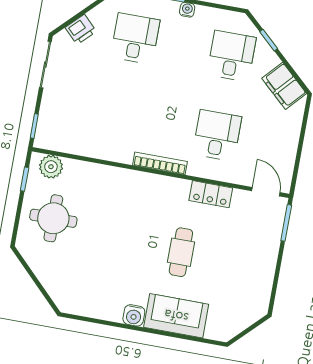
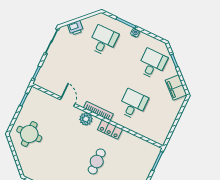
plant: (51, 167) -> (86, 119), moved
door: (266, 192) -> (68, 102), moved
locker: (211, 194) -> (110, 129), moved
round table: (53, 218) -> (29, 134), moved

